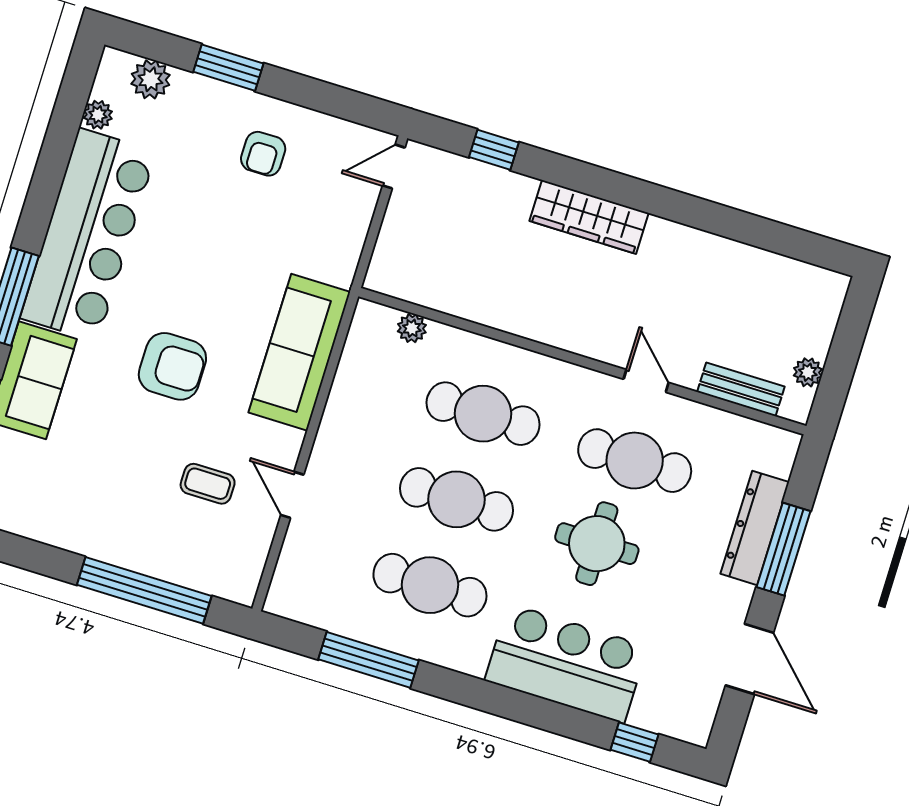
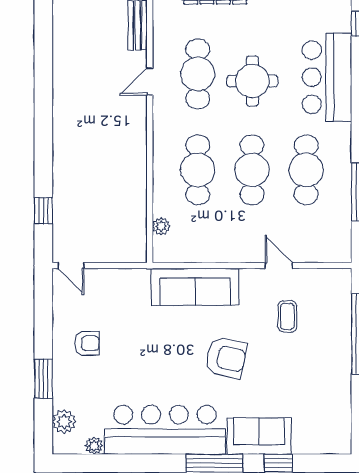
wardrobe: (589, 217) -> (65, 144), removed
armchair: (172, 366) -> (226, 358), turned 103
door: (292, 495) -> (279, 266), swing flipped

